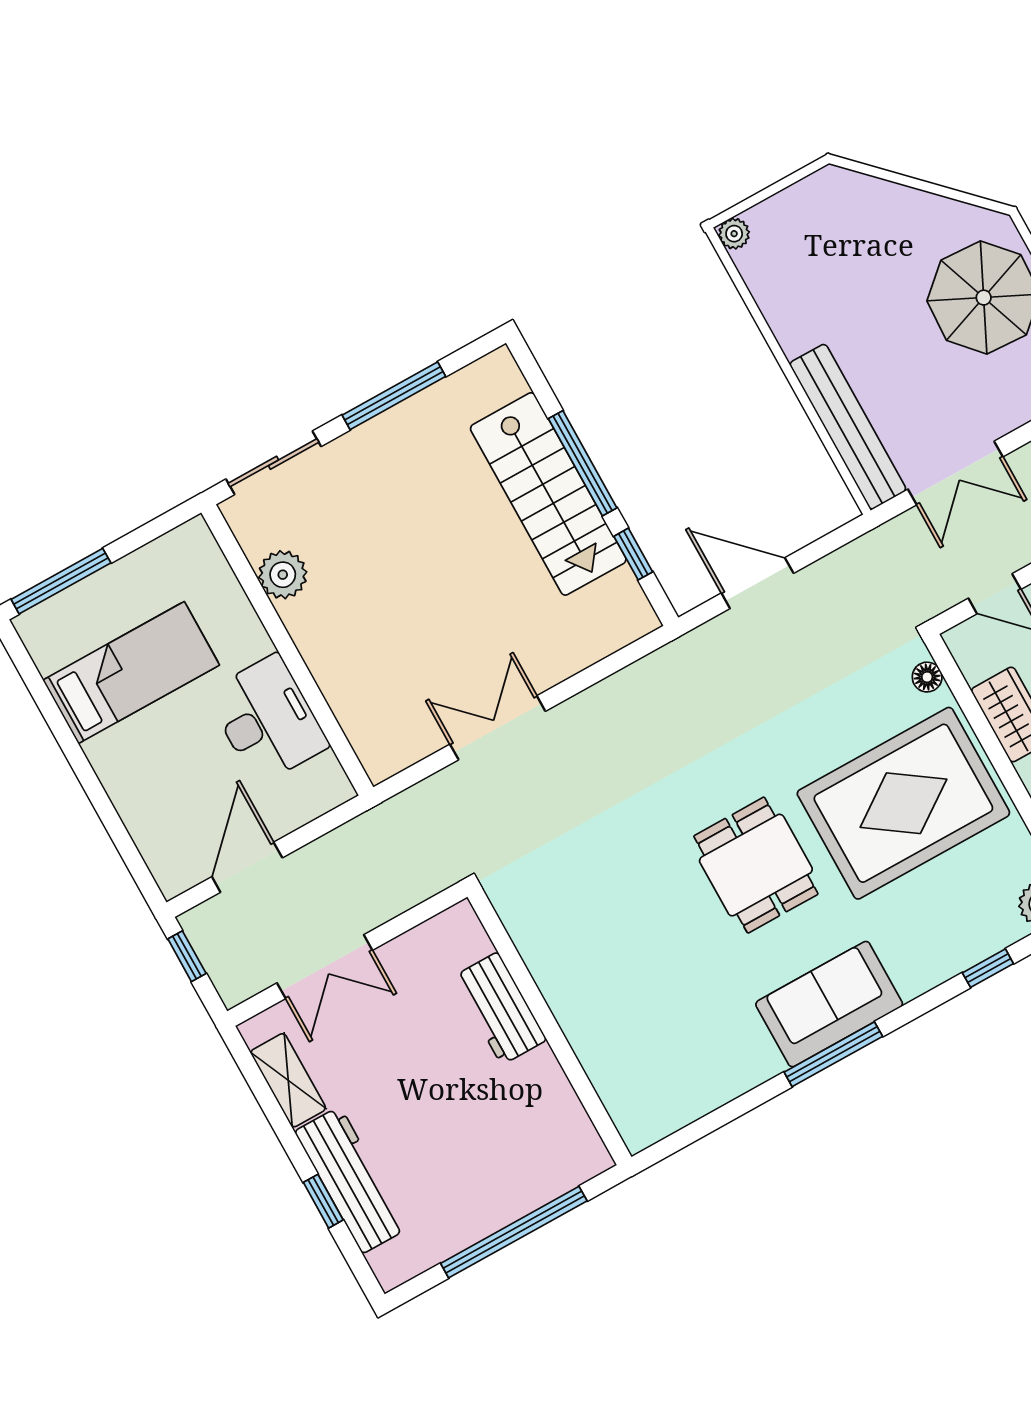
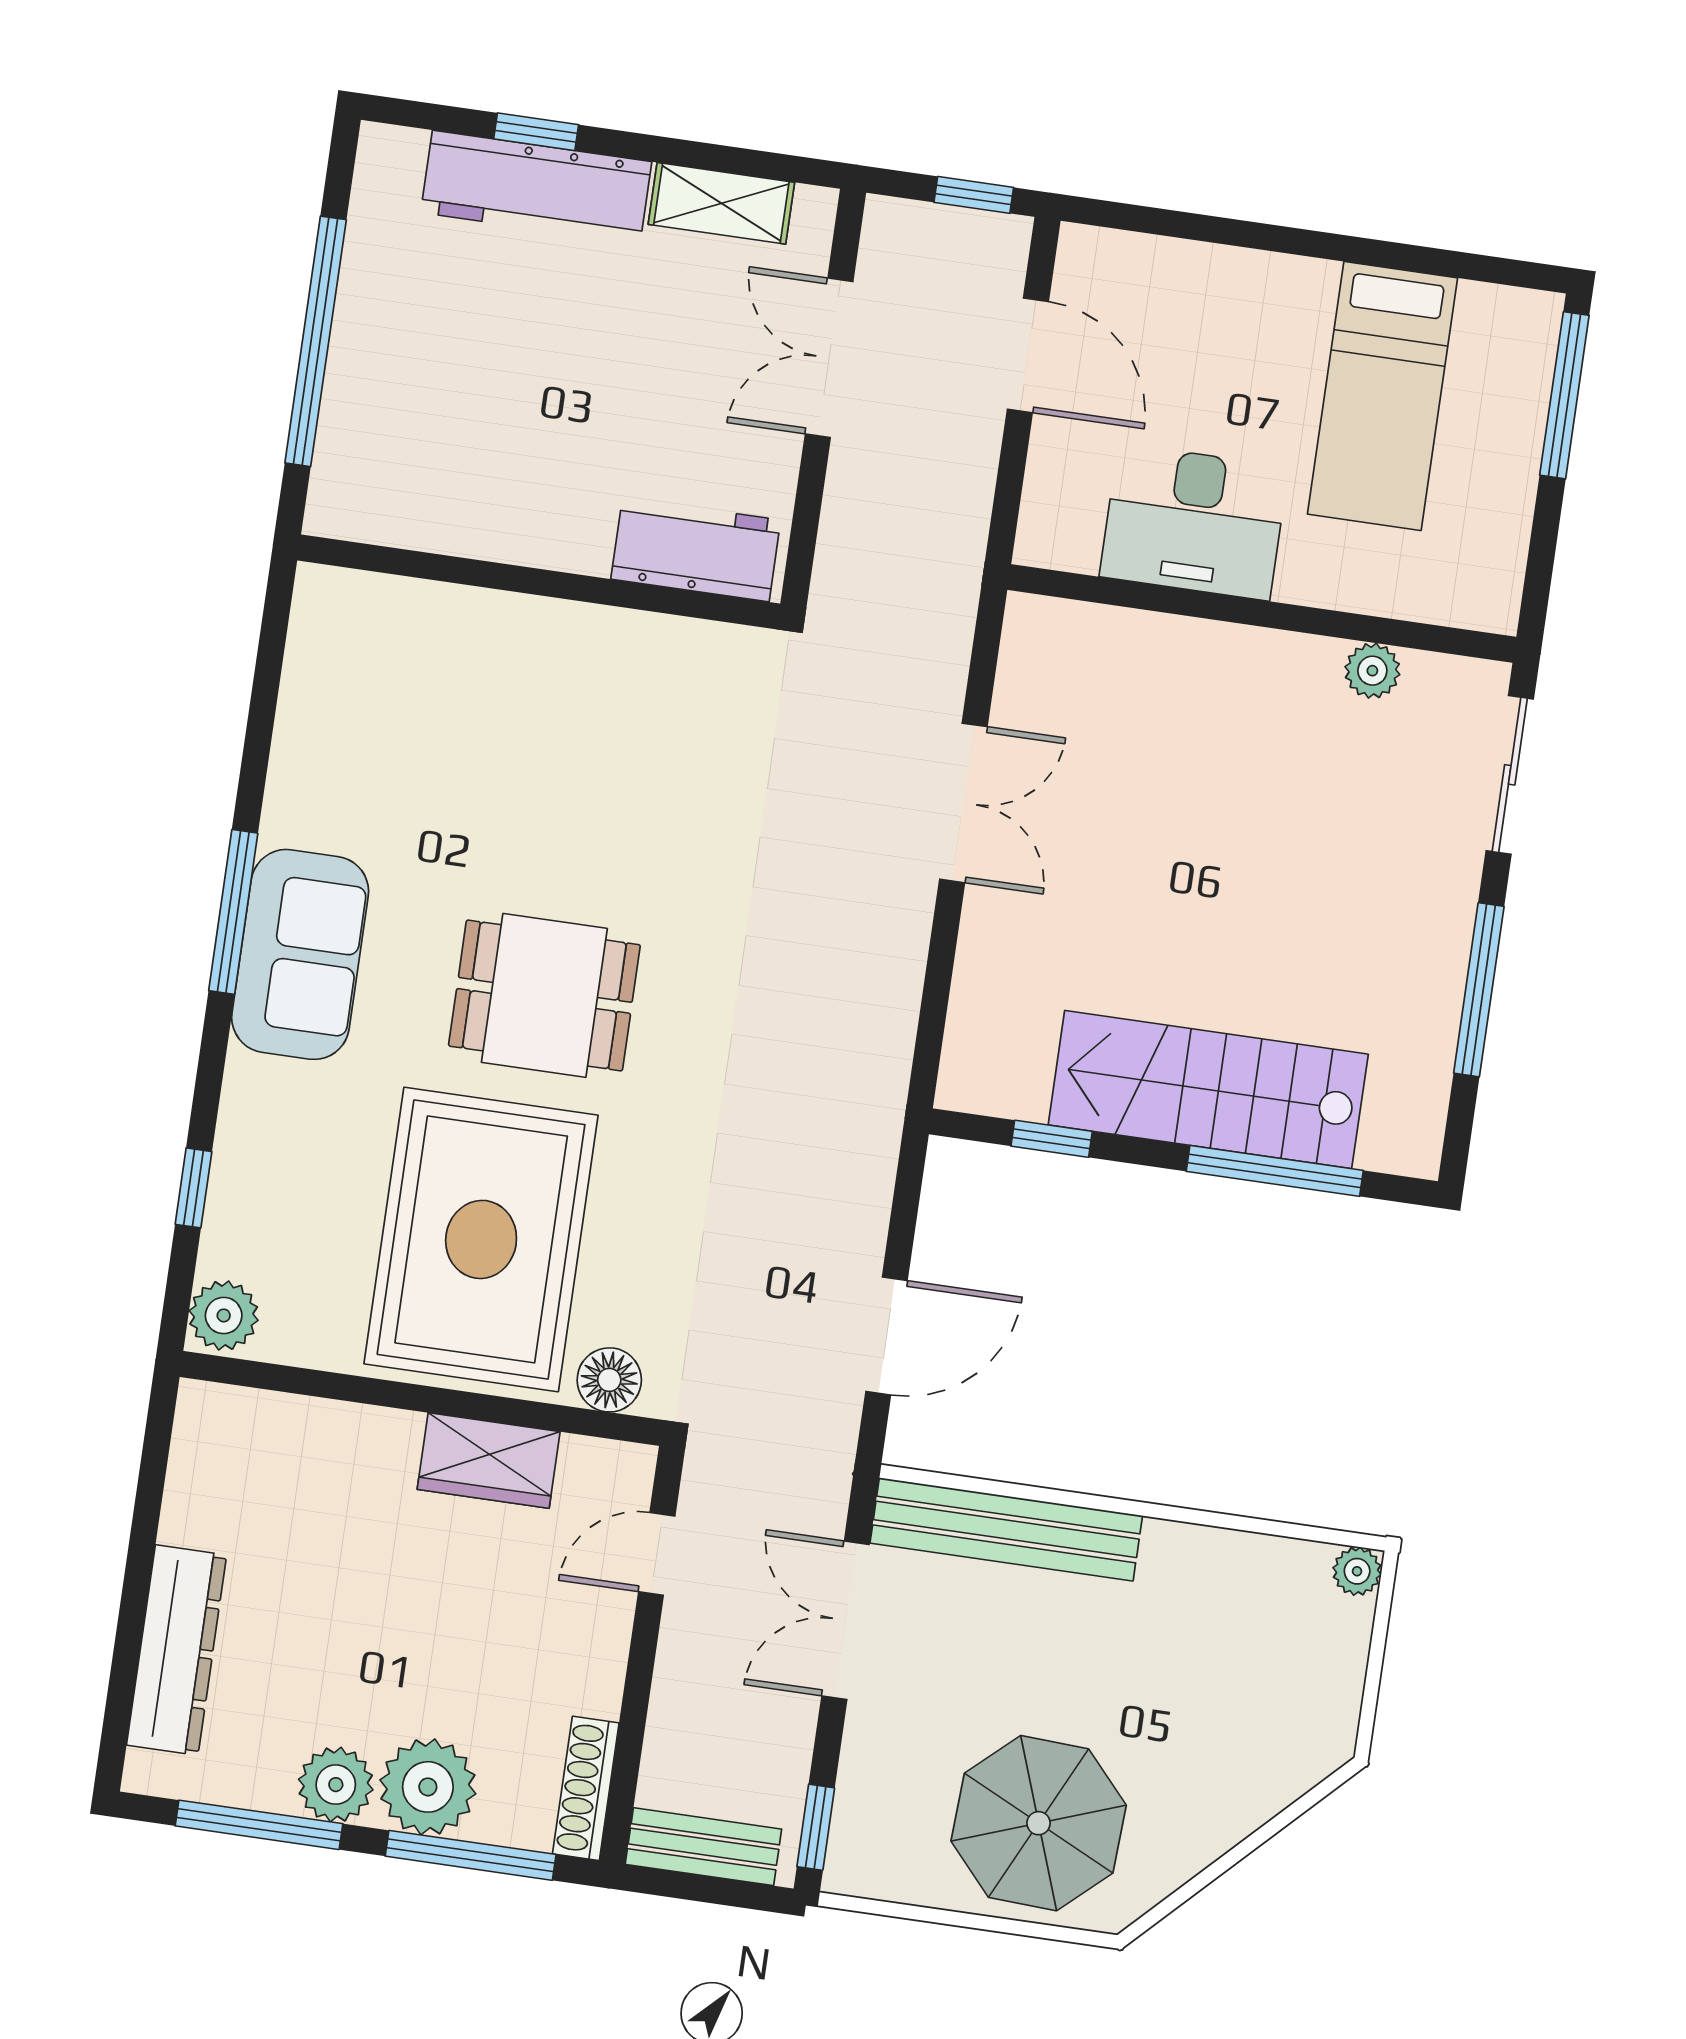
window: (583, 463) -> (1275, 1171), moved
plant: (283, 575) -> (1372, 671), width x0.73, depth x0.73
door: (757, 583) -> (887, 1336), moved
floor lamp: (927, 677) -> (609, 1380), width x1.37, depth x1.37
workbench: (500, 1008) -> (696, 550), moved

